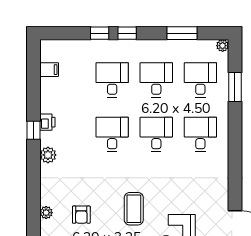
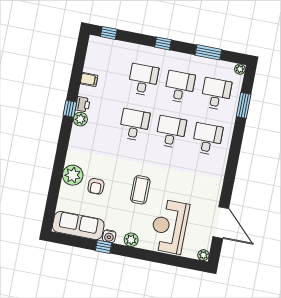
window: (100, 33) -> (109, 33), moved
filing cabinet: (49, 70) -> (89, 80), moved
plant: (48, 155) -> (80, 119), moved
plant: (46, 213) -> (73, 175), width x1.88, depth x1.88

